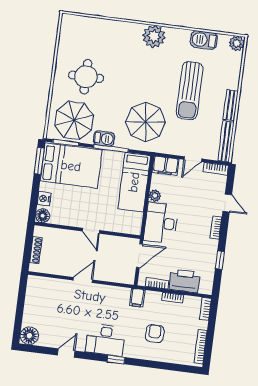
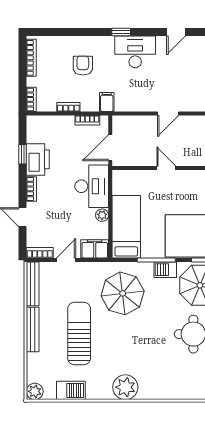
bench: (231, 105) -> (33, 330), width x1.36
printer: (184, 281) -> (38, 159), moved, turned -90
armchair: (155, 334) -> (83, 66), turned 180

